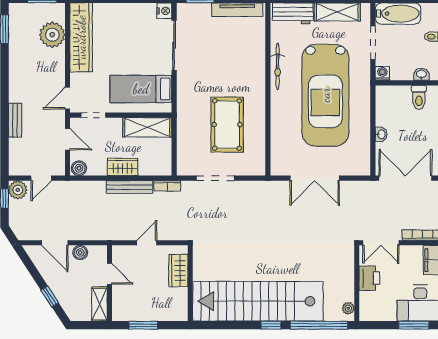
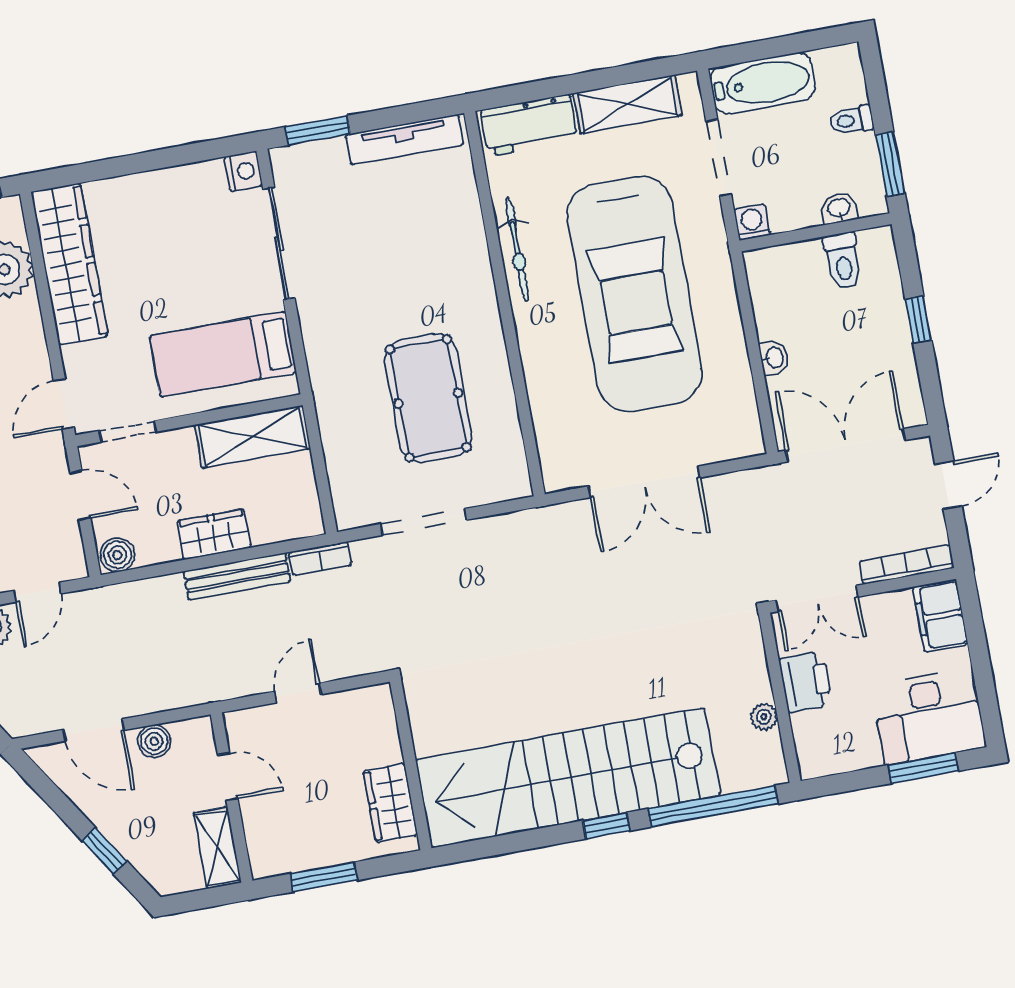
wardrobe: (178, 271) -> (390, 803), moved
plant: (348, 308) -> (764, 717), moved

